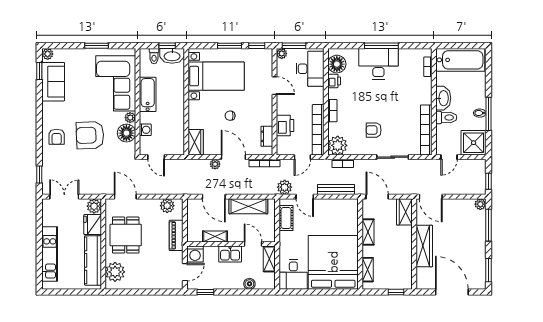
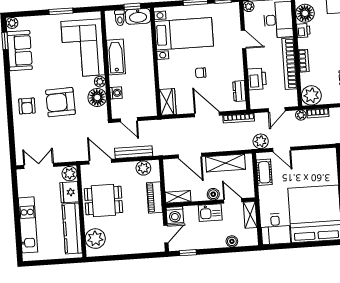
bookcase: (318, 130) -> (289, 64), moved
plant: (215, 164) -> (301, 115), moved
window: (39, 175) -> (12, 145), removed
bench: (336, 189) -> (134, 152), moved
dining table: (126, 235) -> (103, 201), turned 90
shelving: (215, 236) -> (178, 197), moved
boiler: (234, 236) -> (213, 194), added

